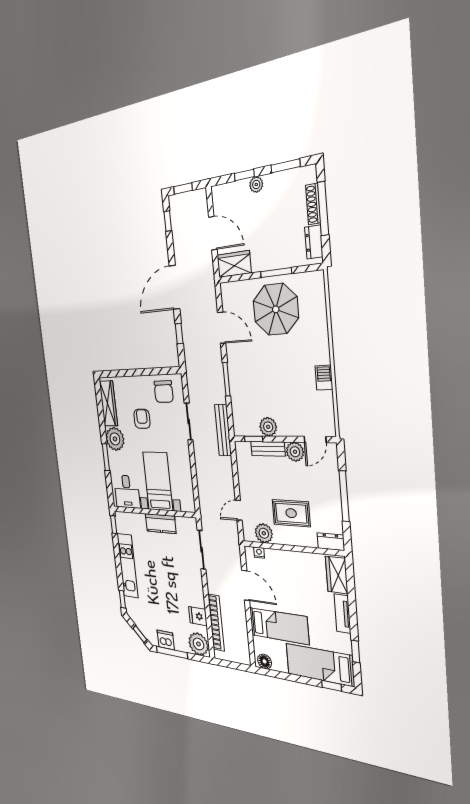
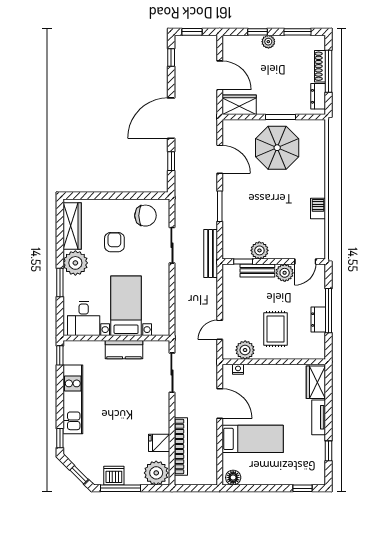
chair: (164, 392) -> (145, 216), turned -90
rug: (291, 513) -> (276, 329), turned 90
dresser: (331, 542) -> (318, 320), moved, turned -90
bed: (320, 665) -> (292, 470), removed

